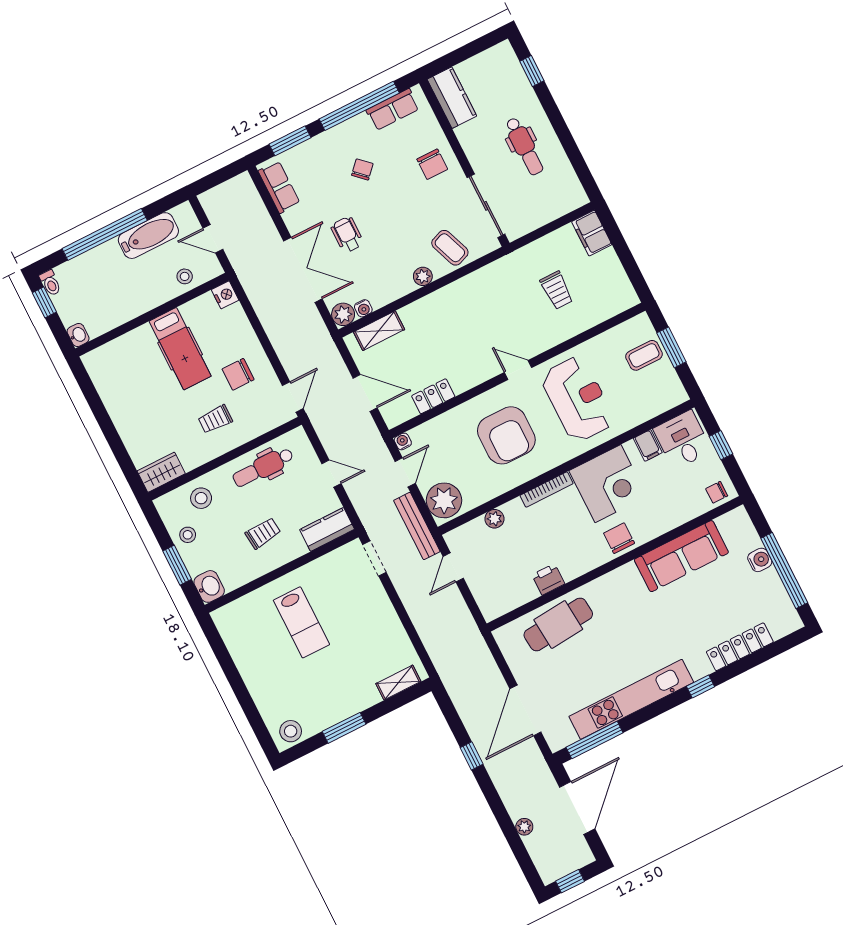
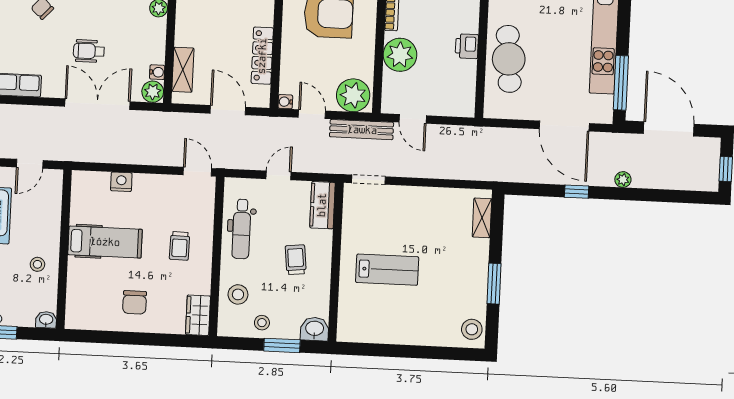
stool: (185, 276) -> (37, 264), moved
nightstand: (225, 295) -> (121, 182), moved
chair: (238, 374) -> (135, 302), moved
door: (365, 393) -> (228, 110), hinge flipped
locker: (433, 396) -> (262, 56), width x1.53
plant: (494, 519) -> (400, 55), width x1.87, depth x1.87
plant: (524, 827) -> (623, 180), moved

